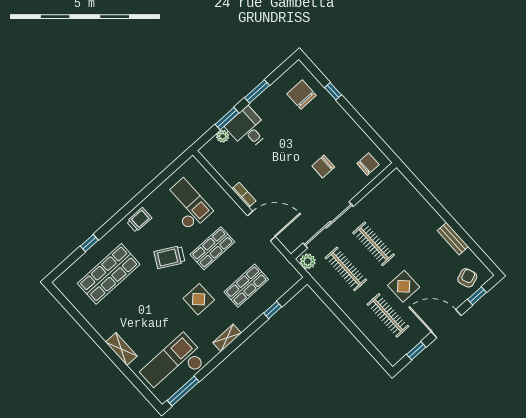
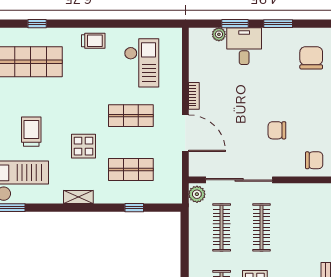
trolley: (169, 257) -> (31, 132), moved, turned 61

